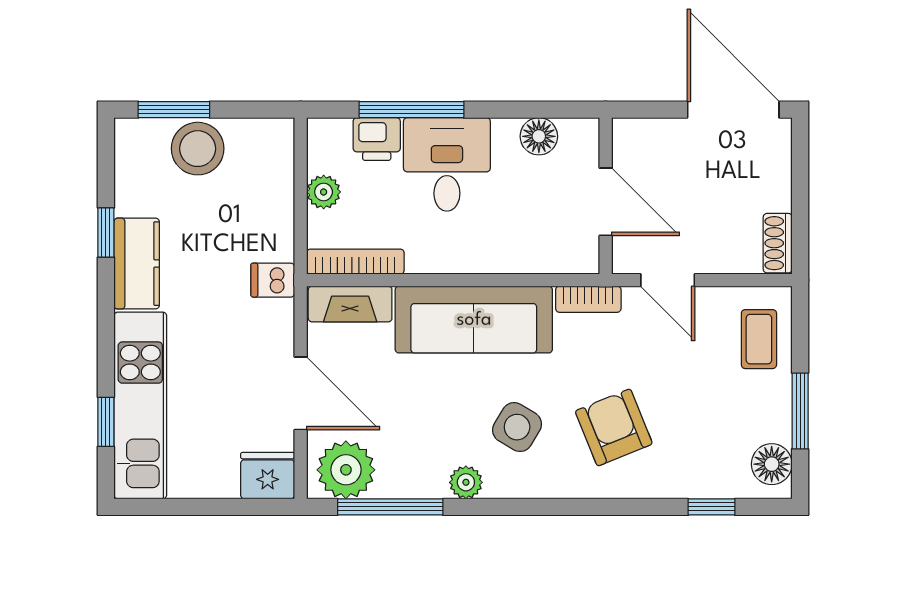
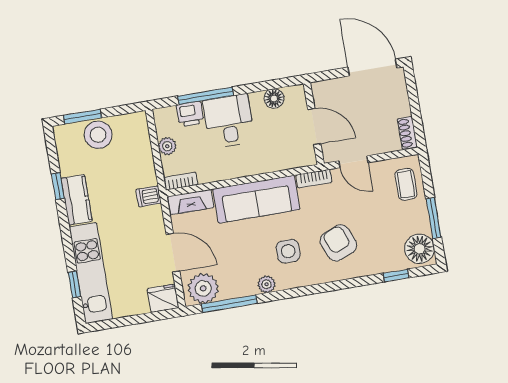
bookcase: (355, 262) -> (181, 181), width x0.64
side table: (517, 427) -> (288, 251), turned -31
floor lamp: (772, 464) -> (420, 249), width x1.38, depth x1.38

